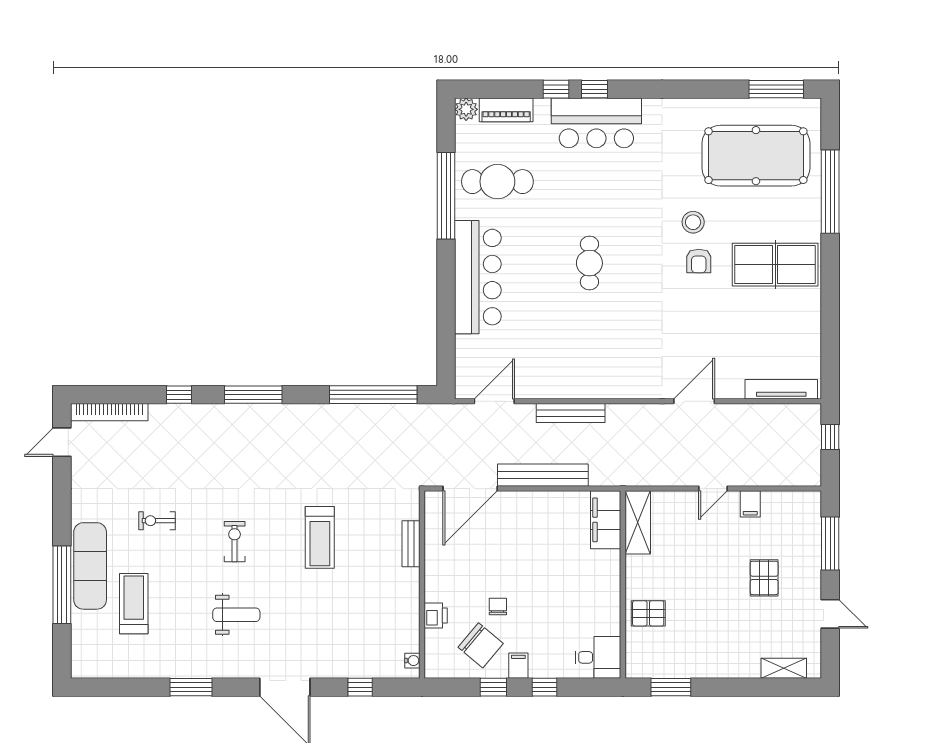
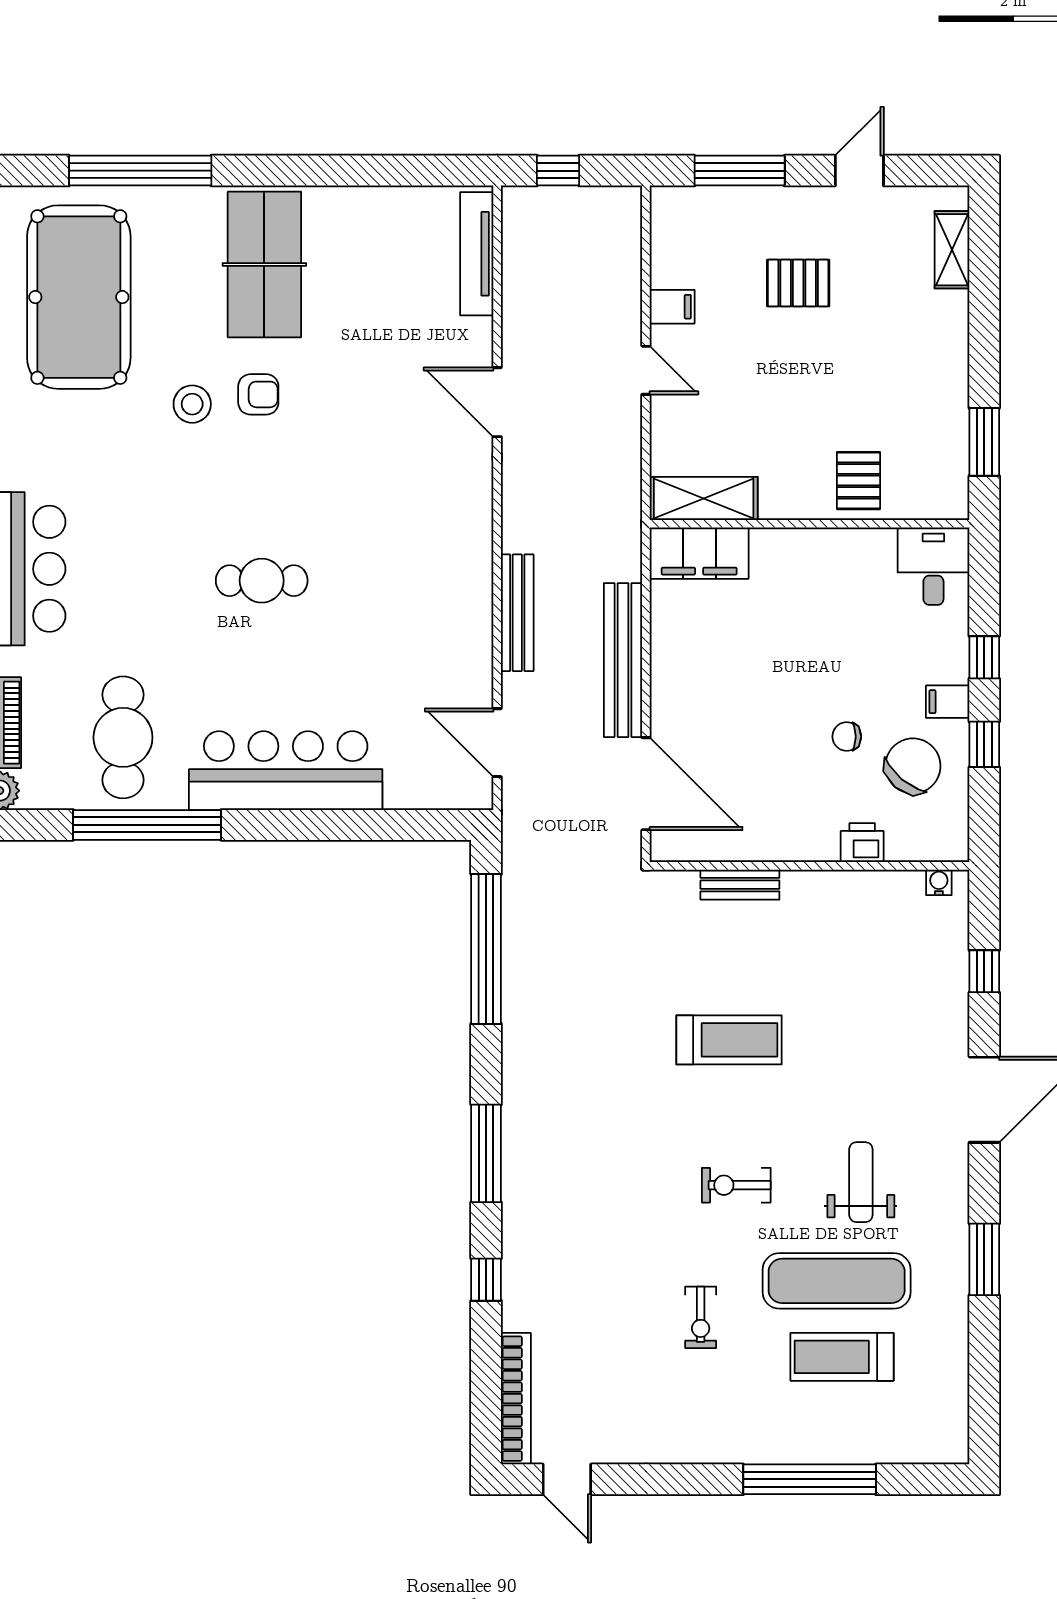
exercise mat: (90, 566) -> (837, 1281), moved

